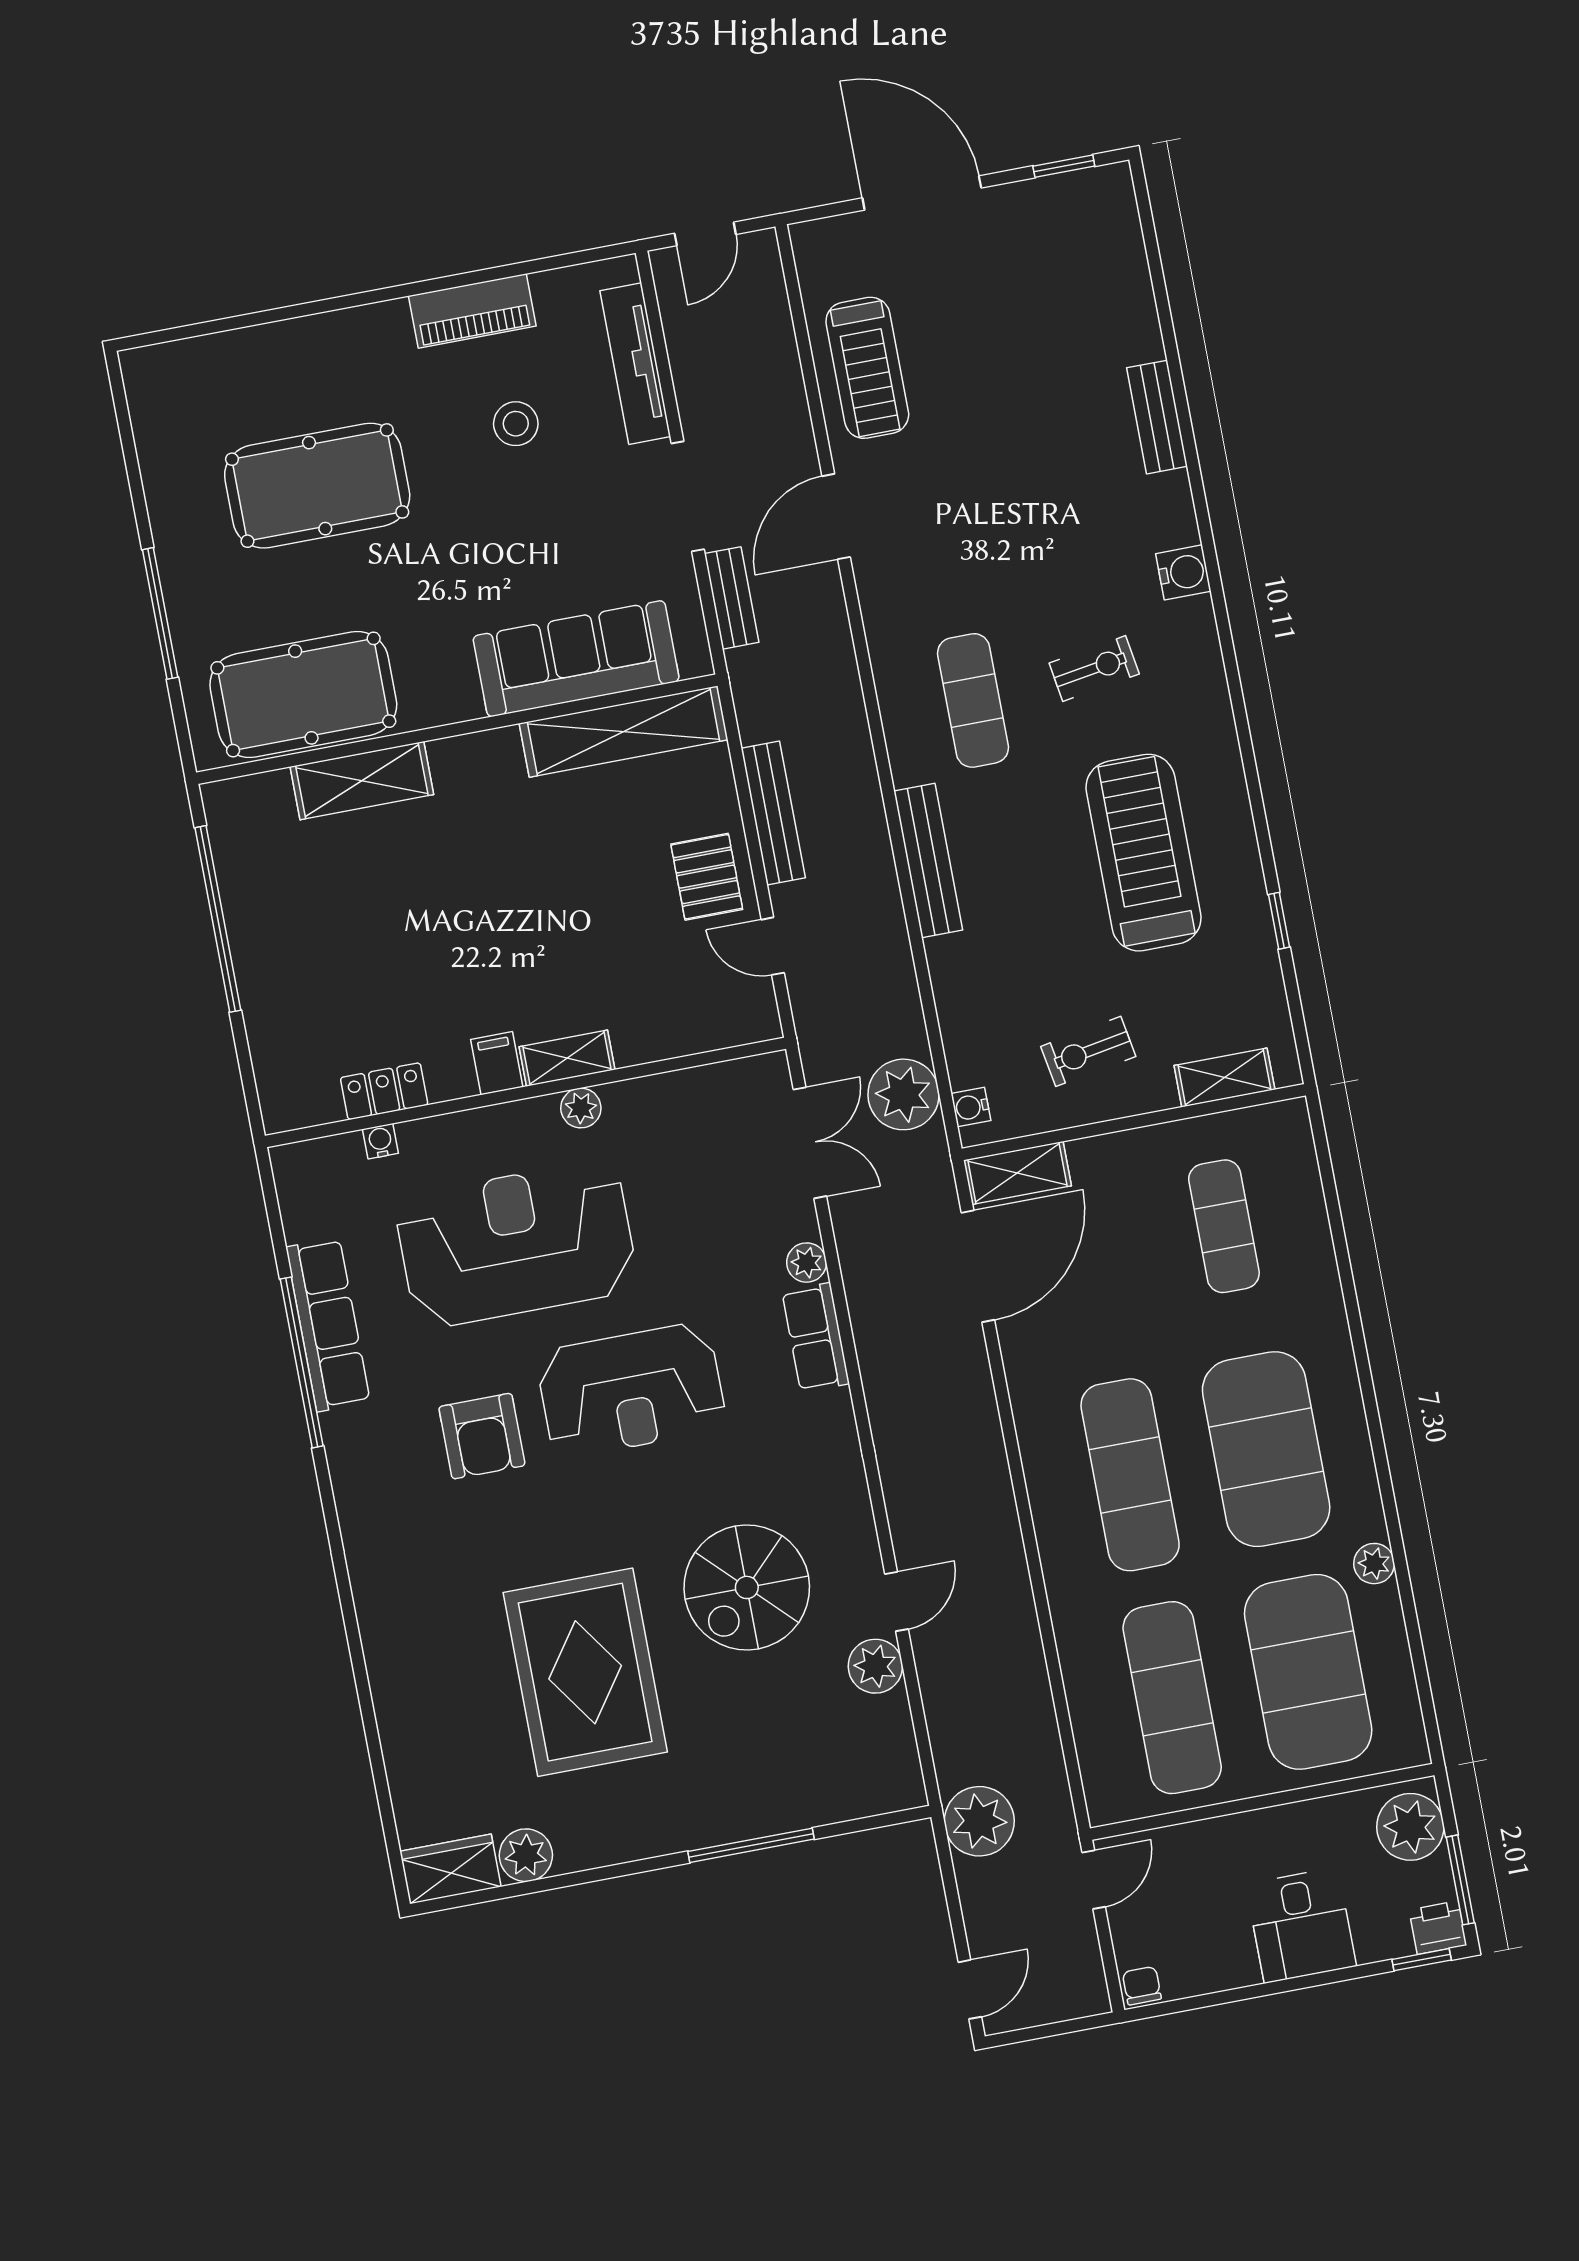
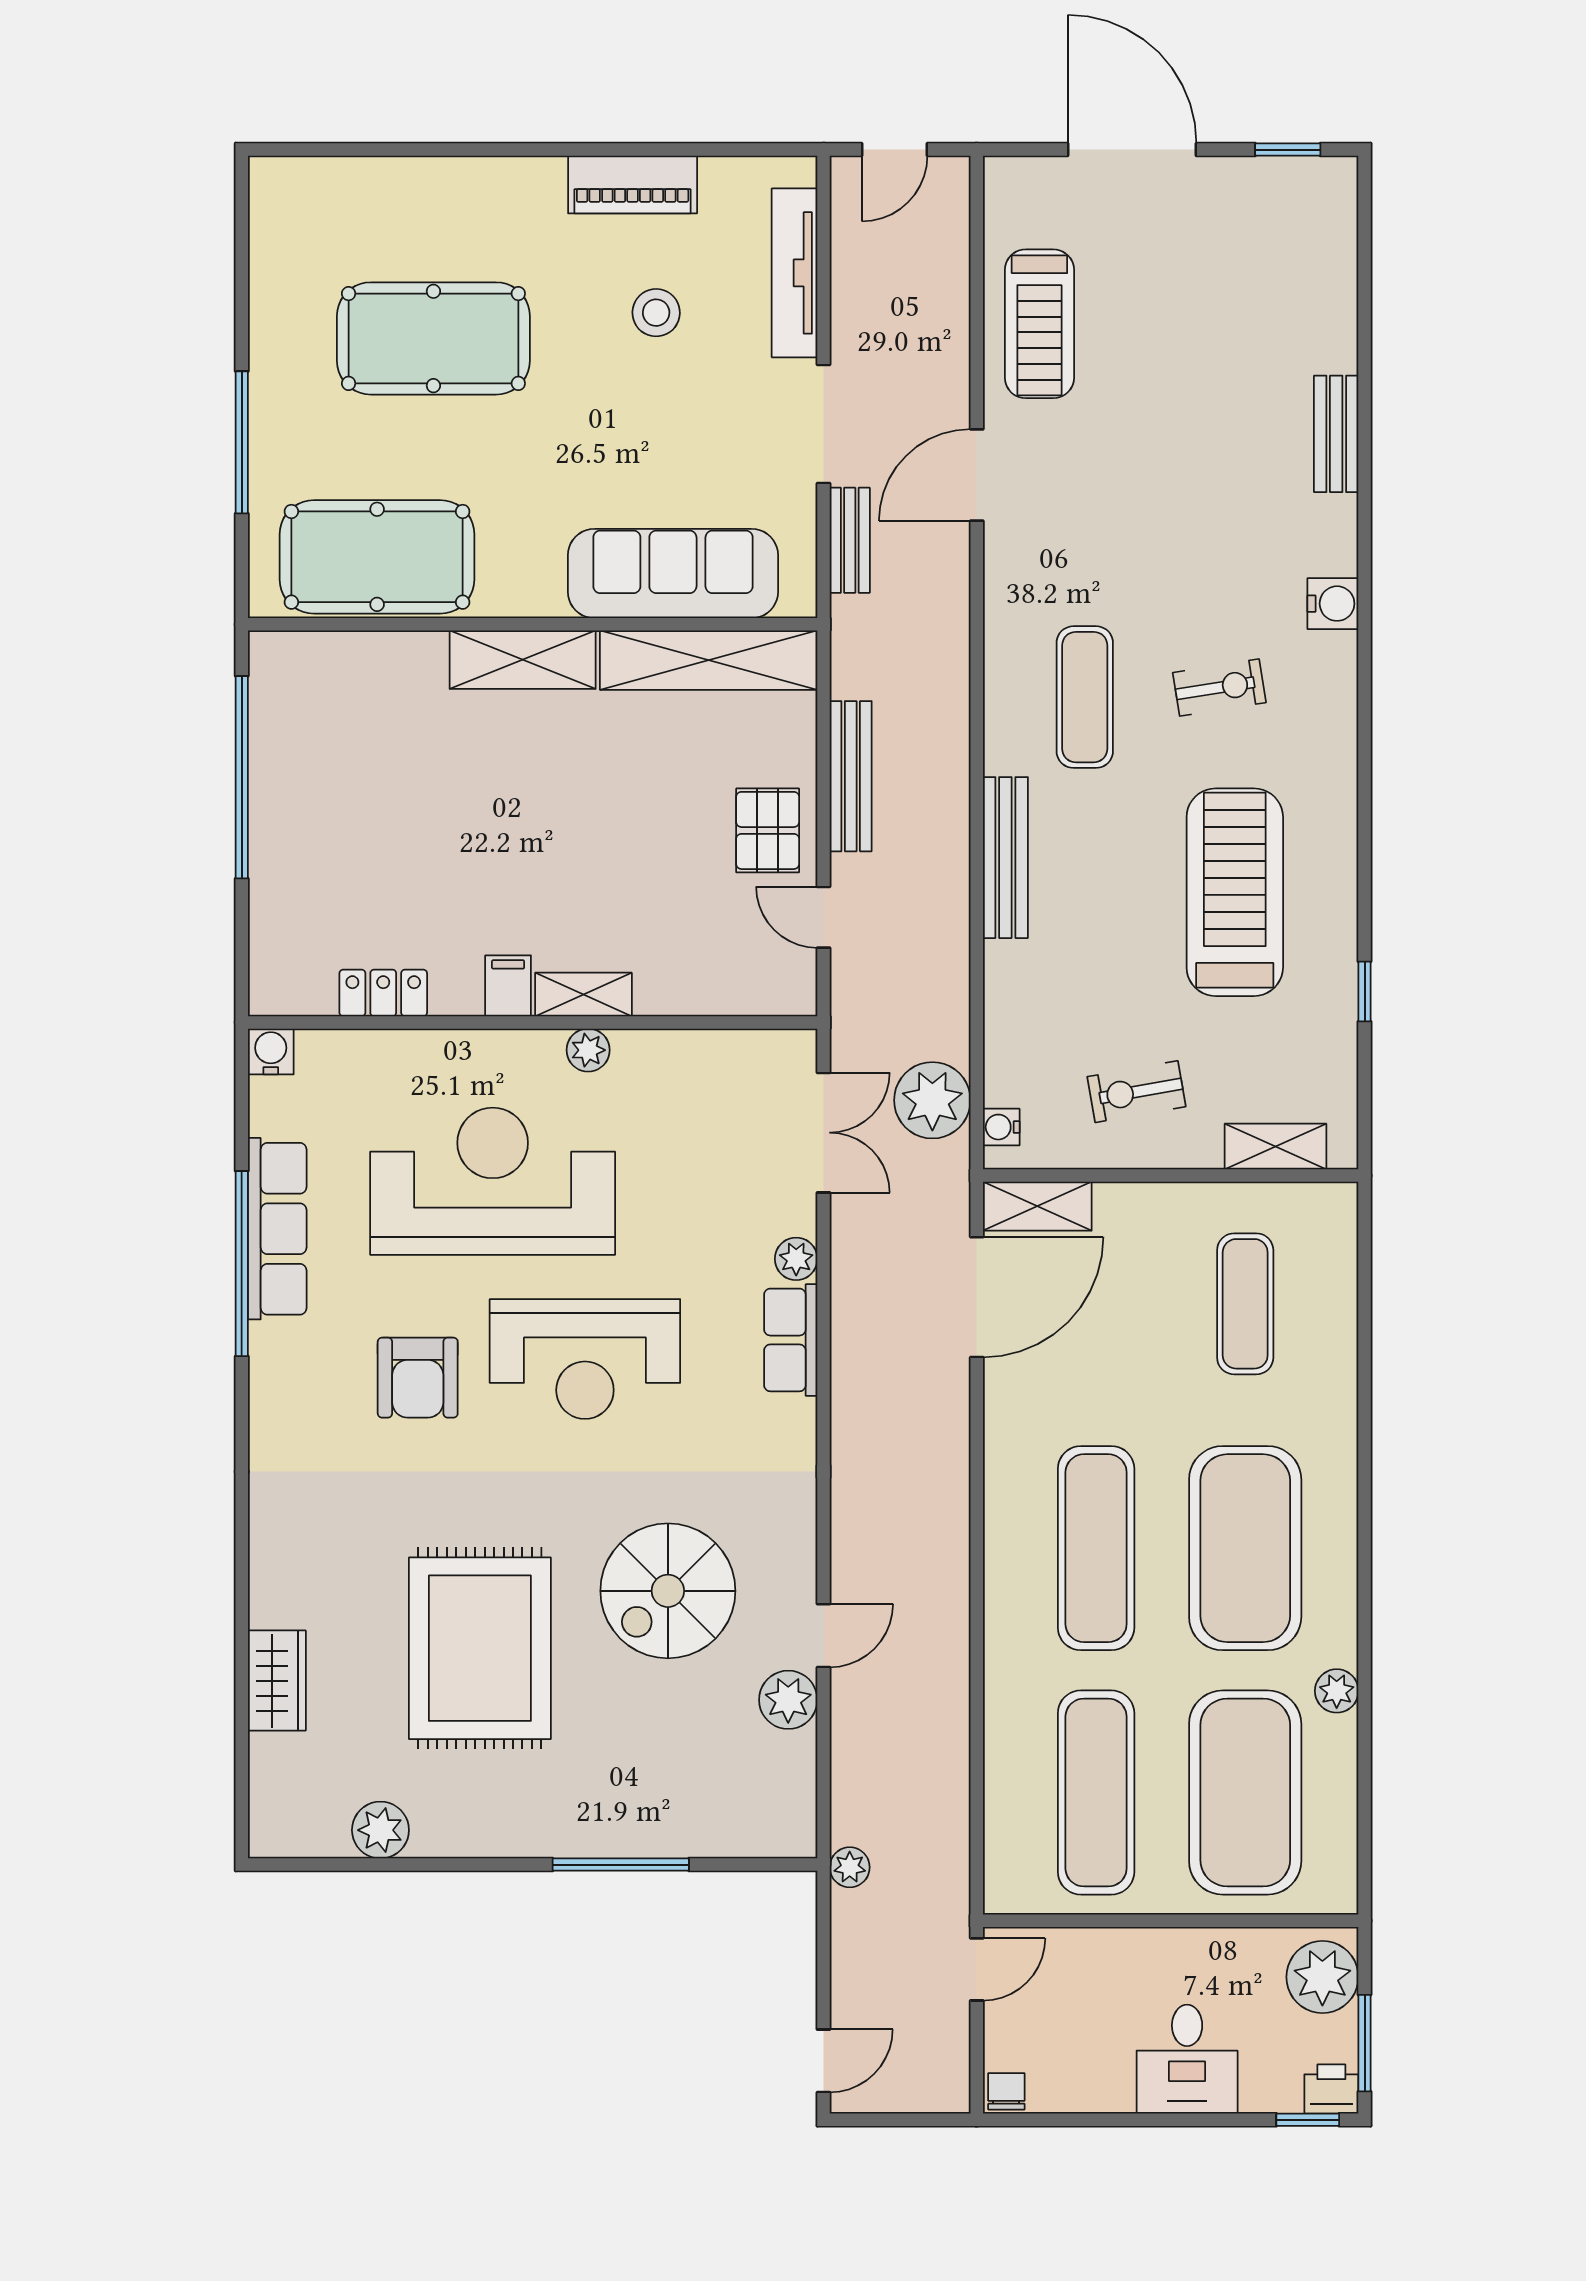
shelving: (362, 781) -> (523, 660), moved
water cooler: (380, 1141) -> (271, 1051), moved, width x1.38, depth x1.38
plant: (979, 1821) -> (850, 1867), width x0.53, depth x0.53
wardrobe: (450, 1869) -> (277, 1681), moved, turned 90

